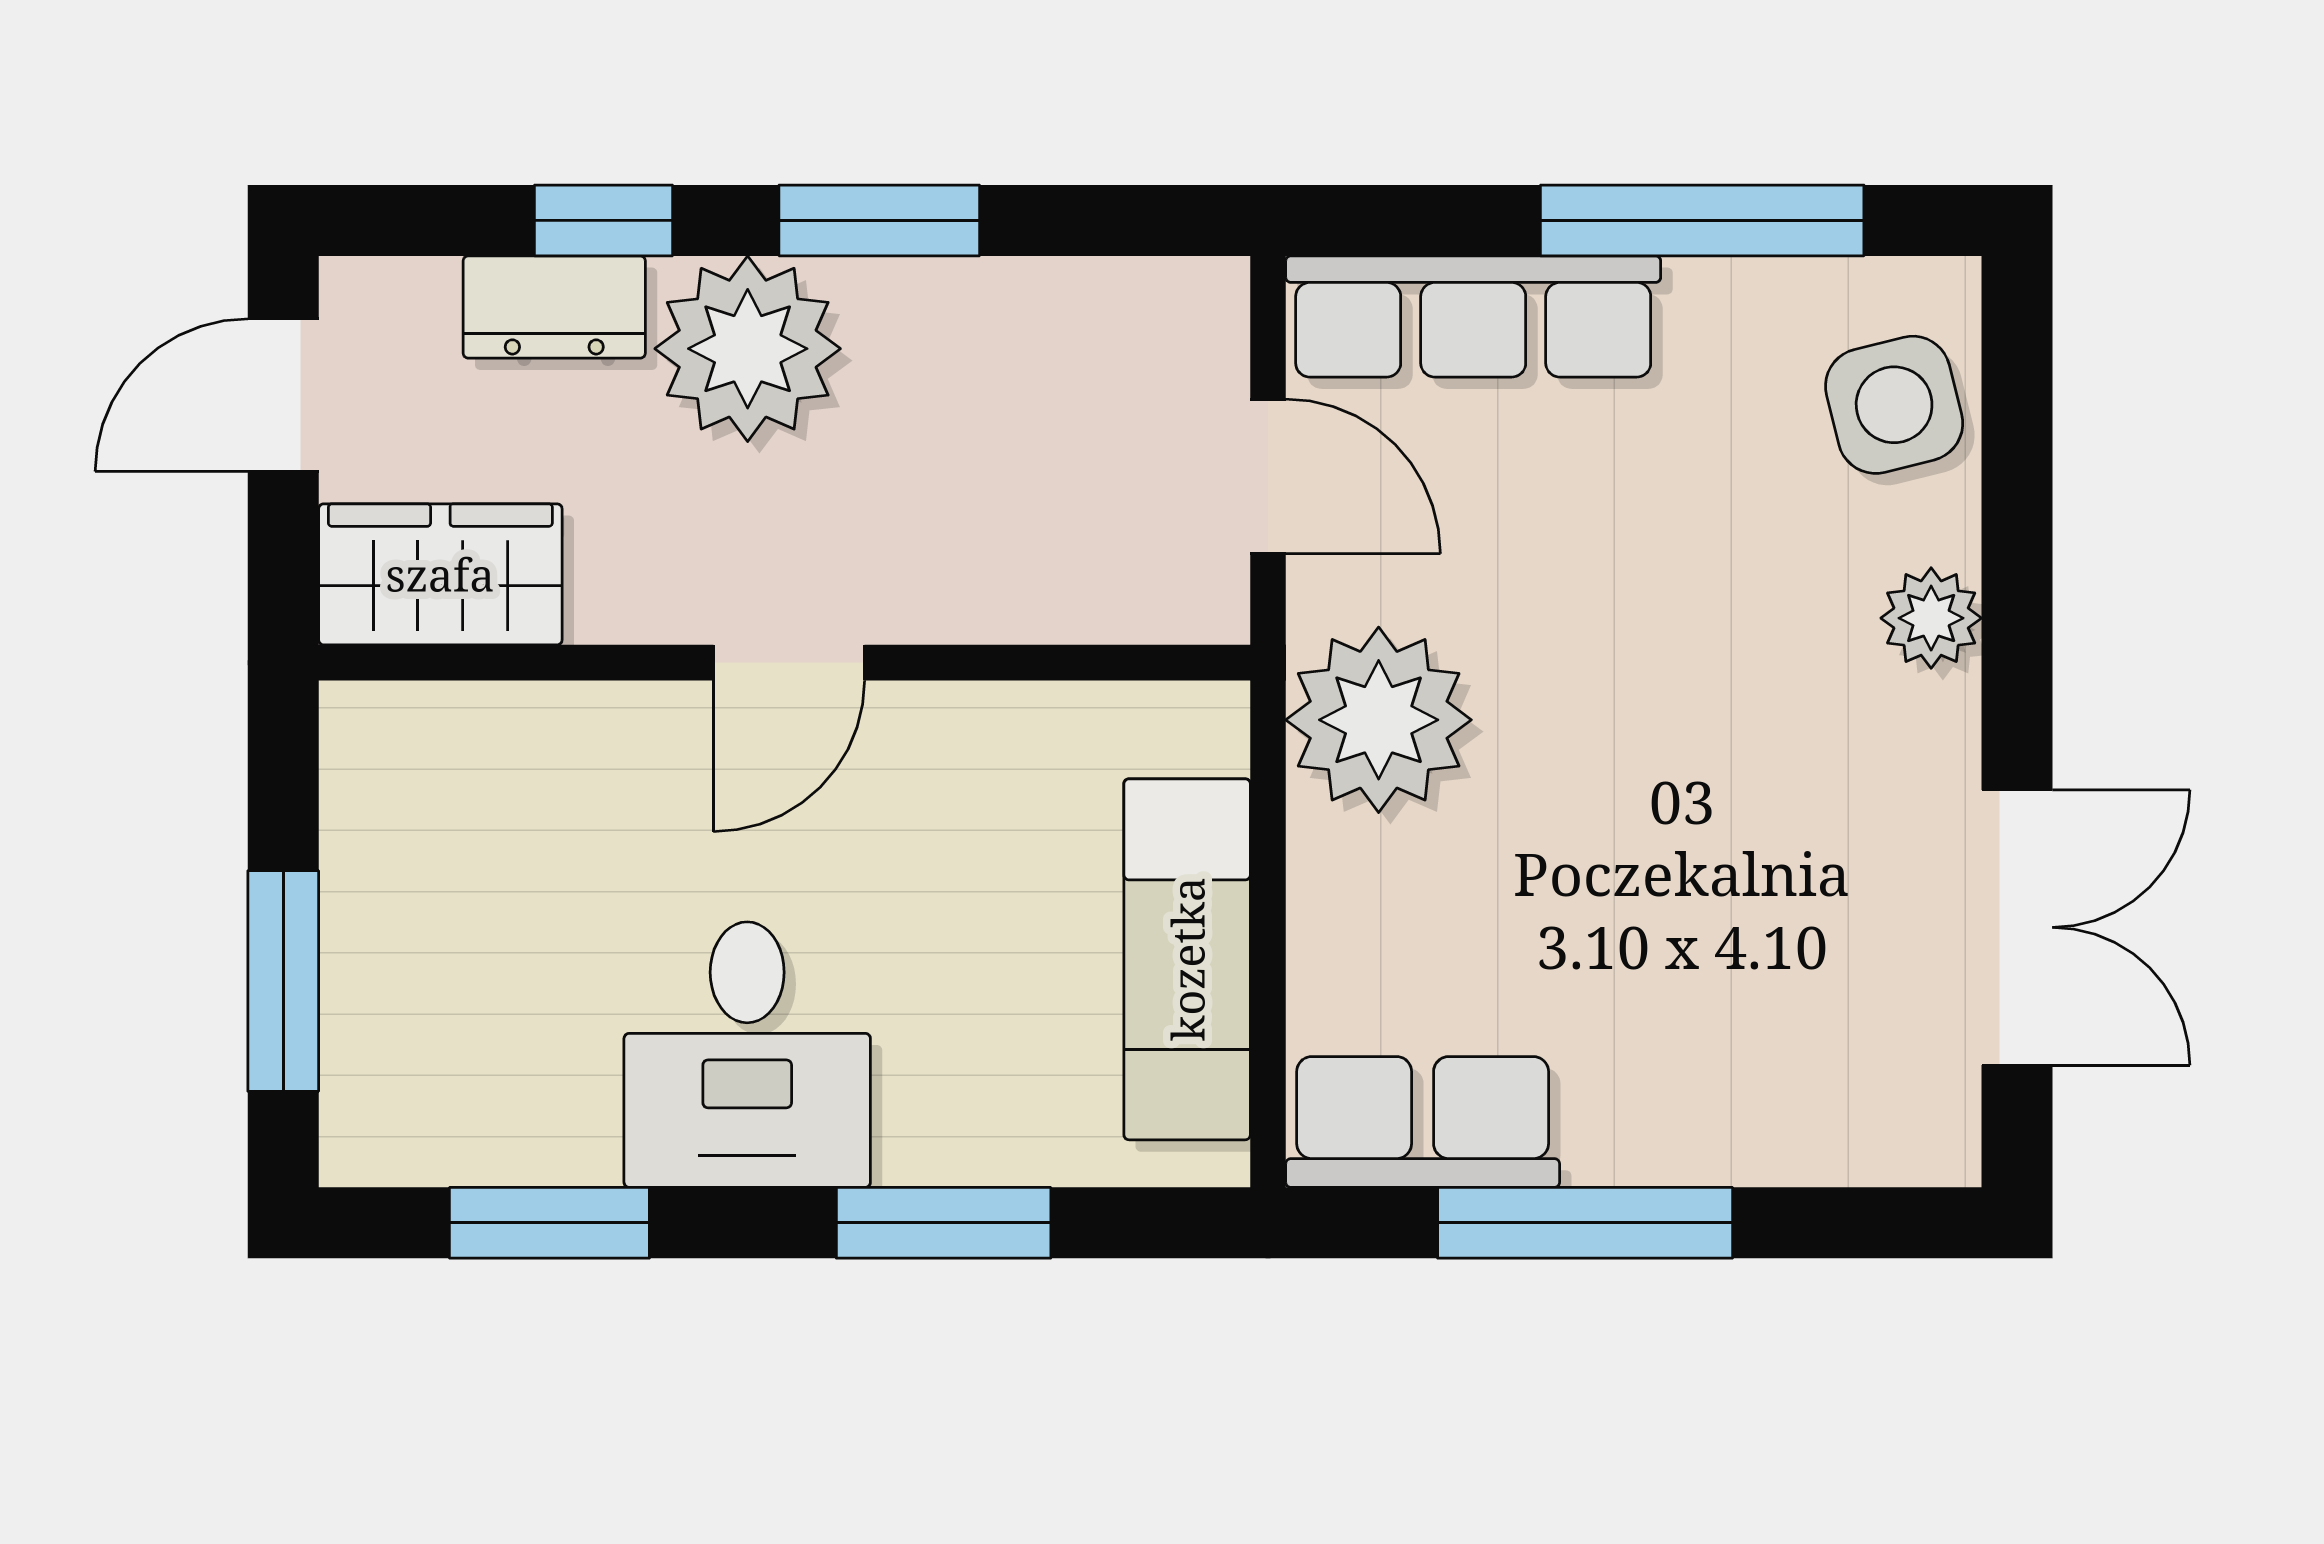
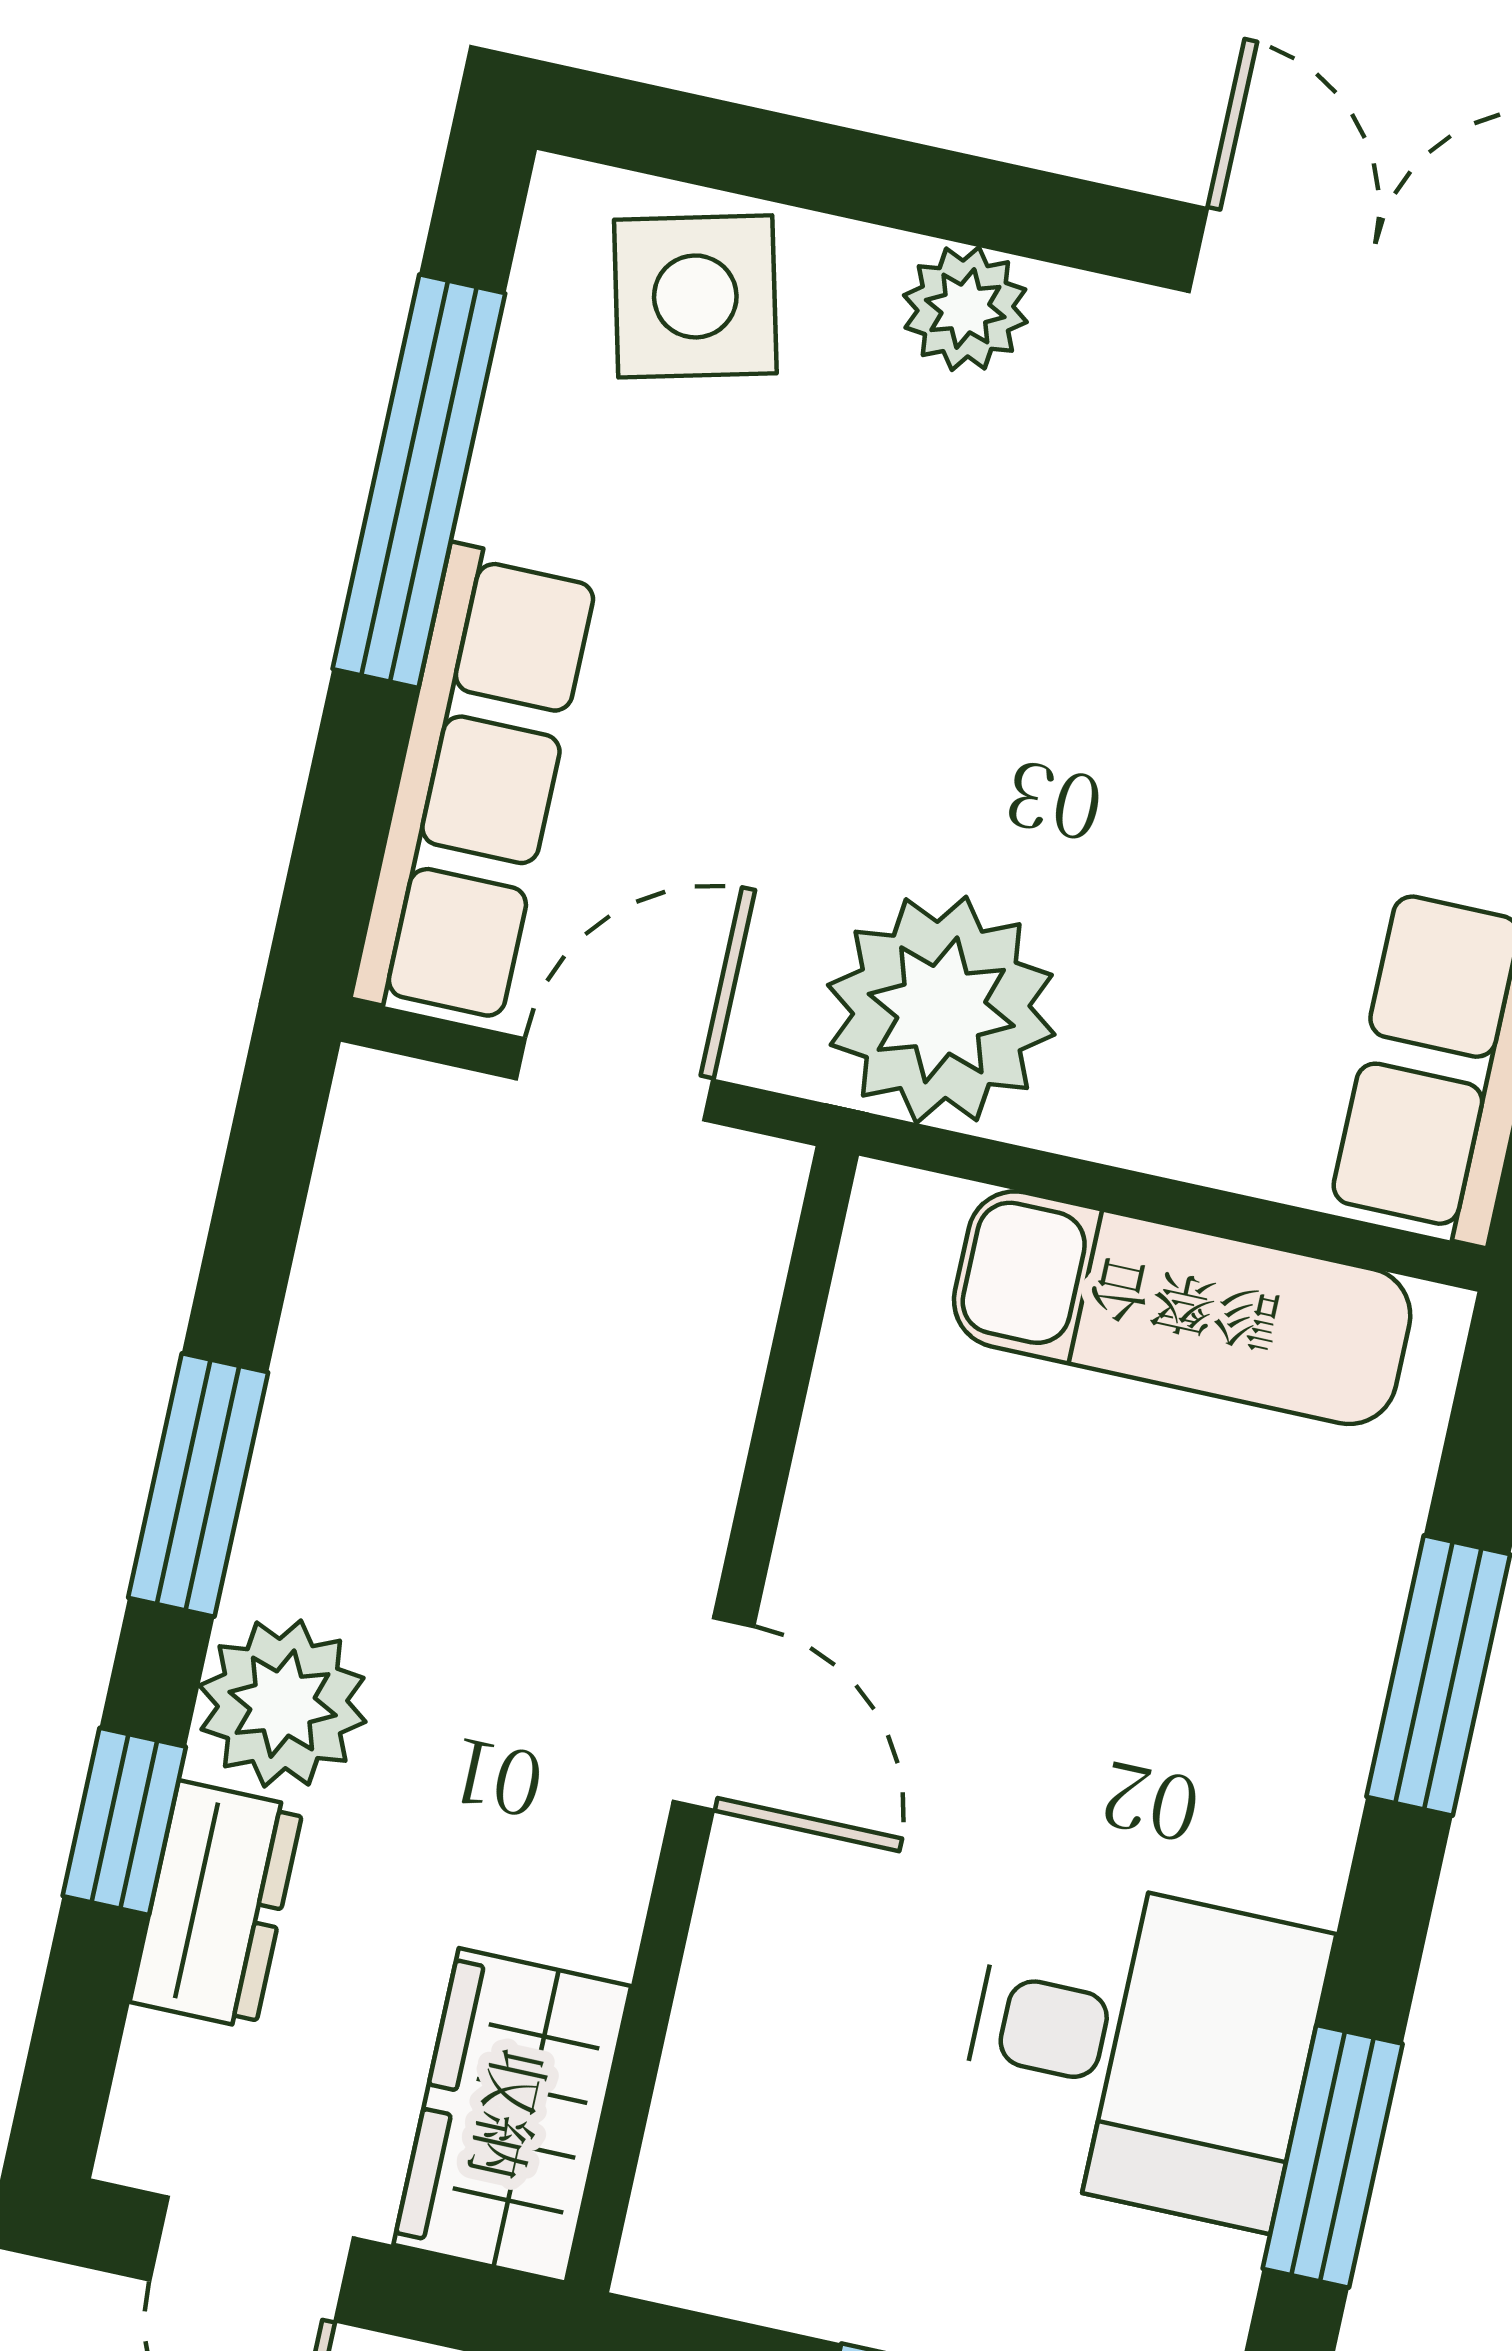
plant: (748, 349) -> (283, 1704), width x0.73, depth x0.73
desk: (747, 1055) -> (1141, 2048), moved

